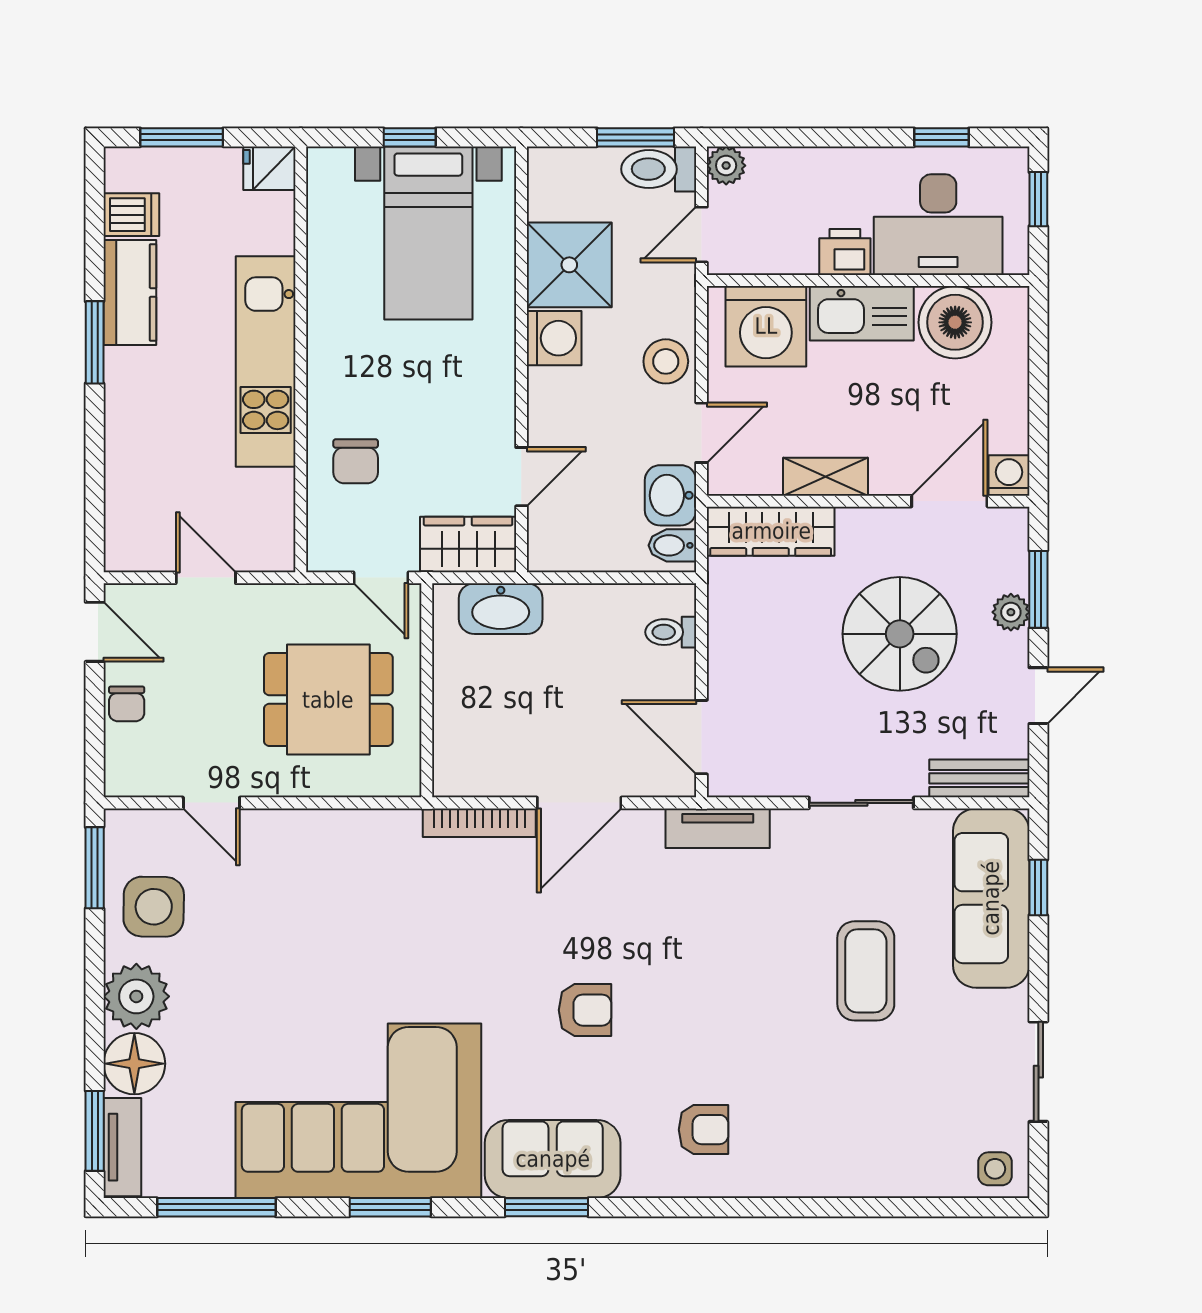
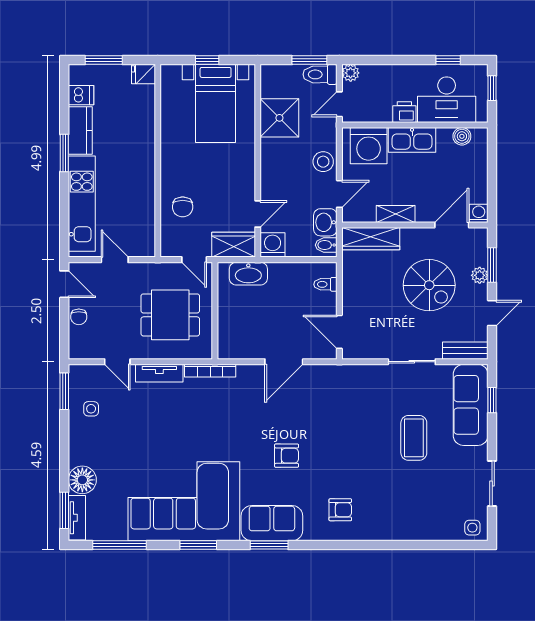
boiler: (955, 322) -> (462, 136), width x0.54, depth x0.54
washing machine: (554, 338) -> (273, 245), moved, turned -90
kitchen unit: (266, 361) -> (82, 204), moved, turned 180
bookcase: (479, 823) -> (210, 371), moved
tv unit: (718, 828) -> (159, 373), moved
side table: (154, 907) -> (91, 409), width x0.54, depth x0.54
plant: (136, 996) -> (83, 449), removed

